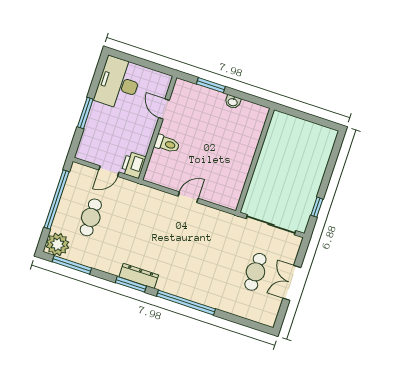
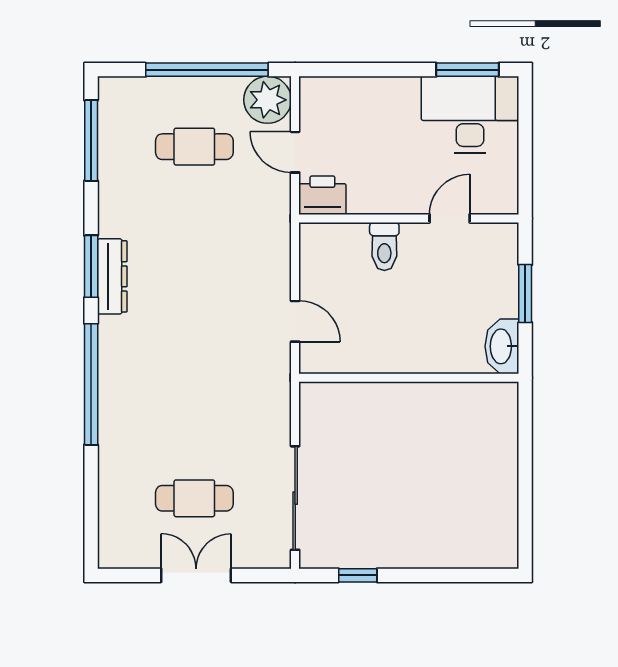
washbasin: (233, 102) -> (502, 346), width x1.91, depth x1.45
window: (85, 113) -> (467, 70), moved
wall: (255, 160) -> (409, 378), moved
plant: (58, 244) -> (268, 100), moved

